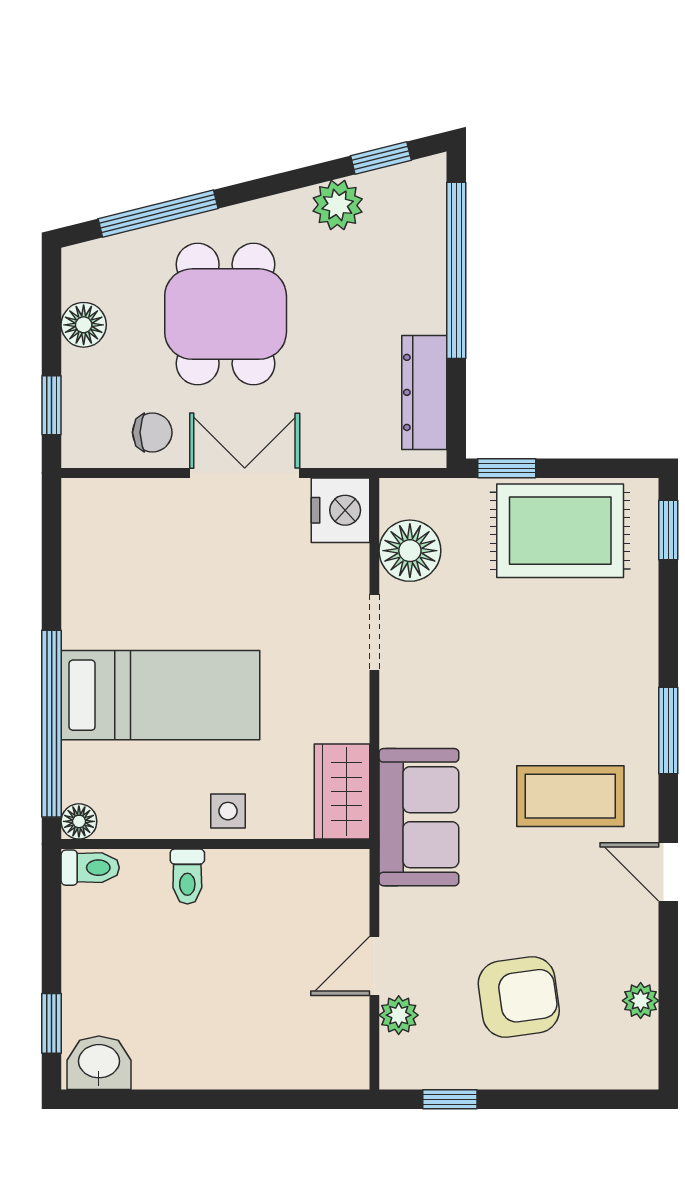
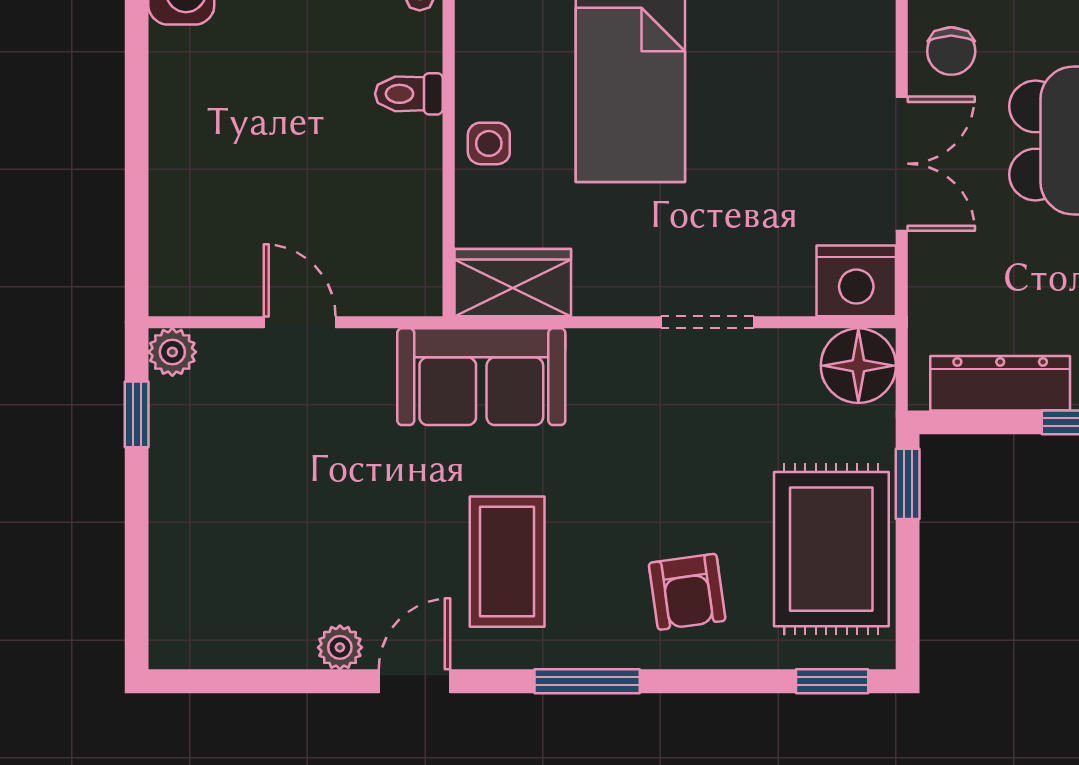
floor lamp: (410, 551) -> (858, 366), moved
armchair: (519, 997) -> (687, 592), moved, width x0.72, depth x0.72
plant: (641, 1001) -> (340, 647), moved
plant: (399, 1015) -> (172, 352), moved

